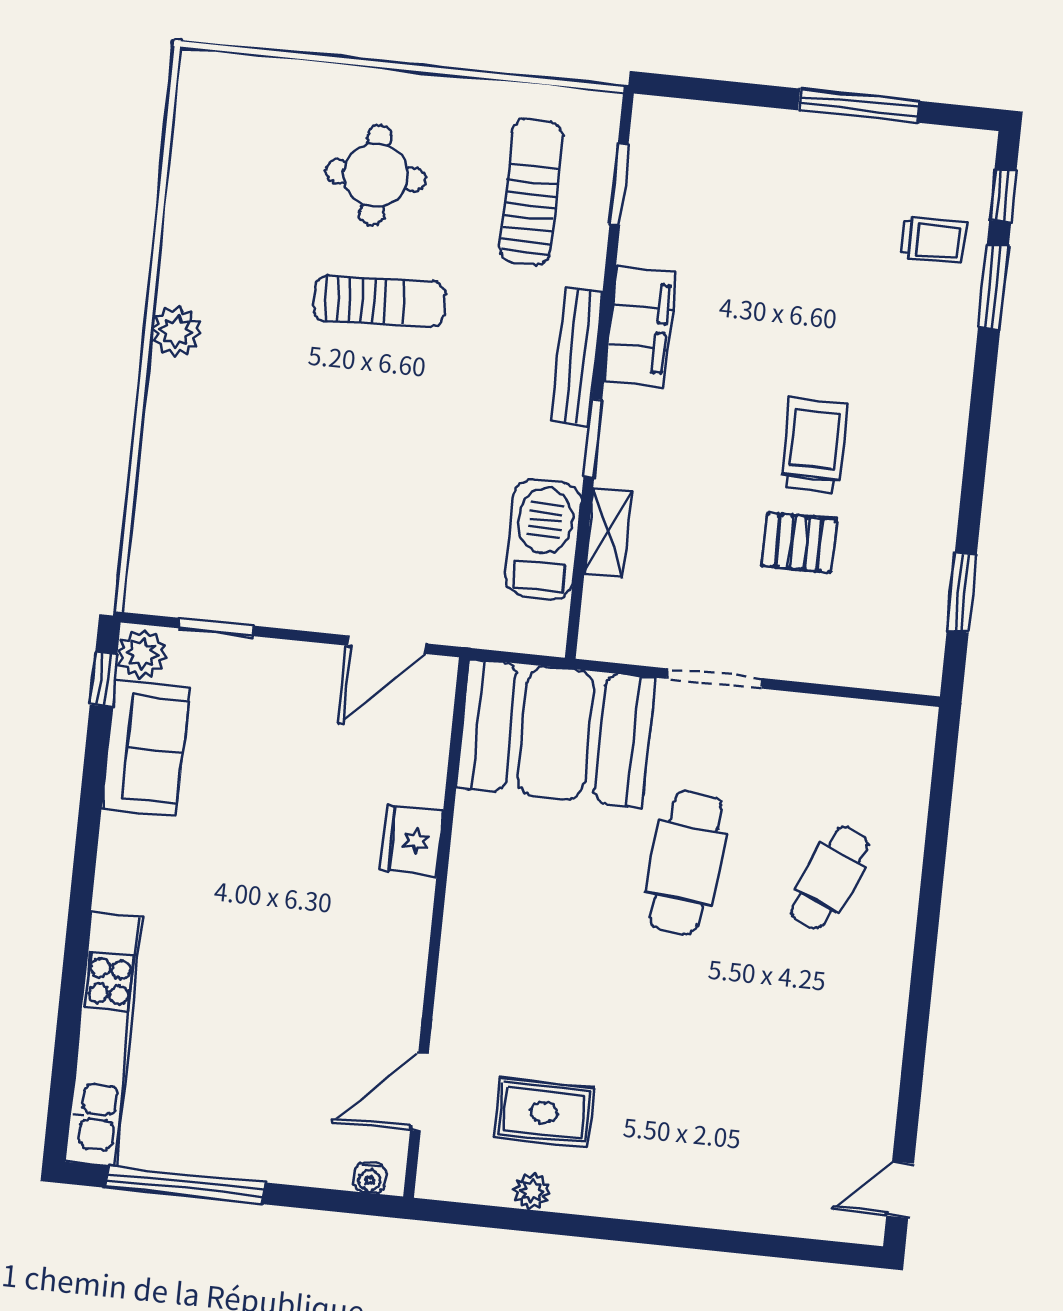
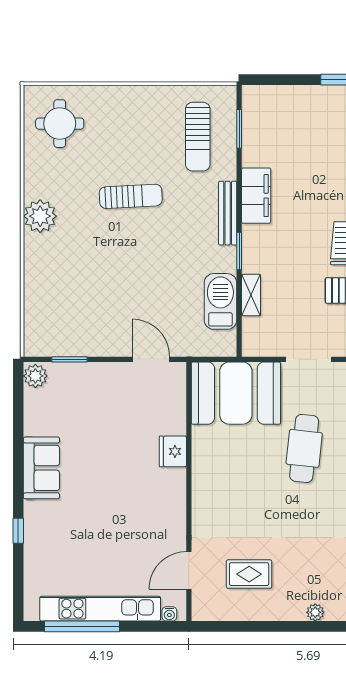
round table: (376, 175) -> (60, 124), moved
sun lounger: (531, 192) -> (198, 137), turned 180
plant: (176, 331) -> (40, 216), width x1.36, depth x1.36
door: (386, 645) -> (151, 359), swing flipped
window: (104, 679) -> (18, 531), moved
sofa: (145, 748) -> (41, 468), moved
kitchen unit: (104, 1039) -> (100, 609), moved, turned -90
plant: (532, 1191) -> (315, 612), moved

